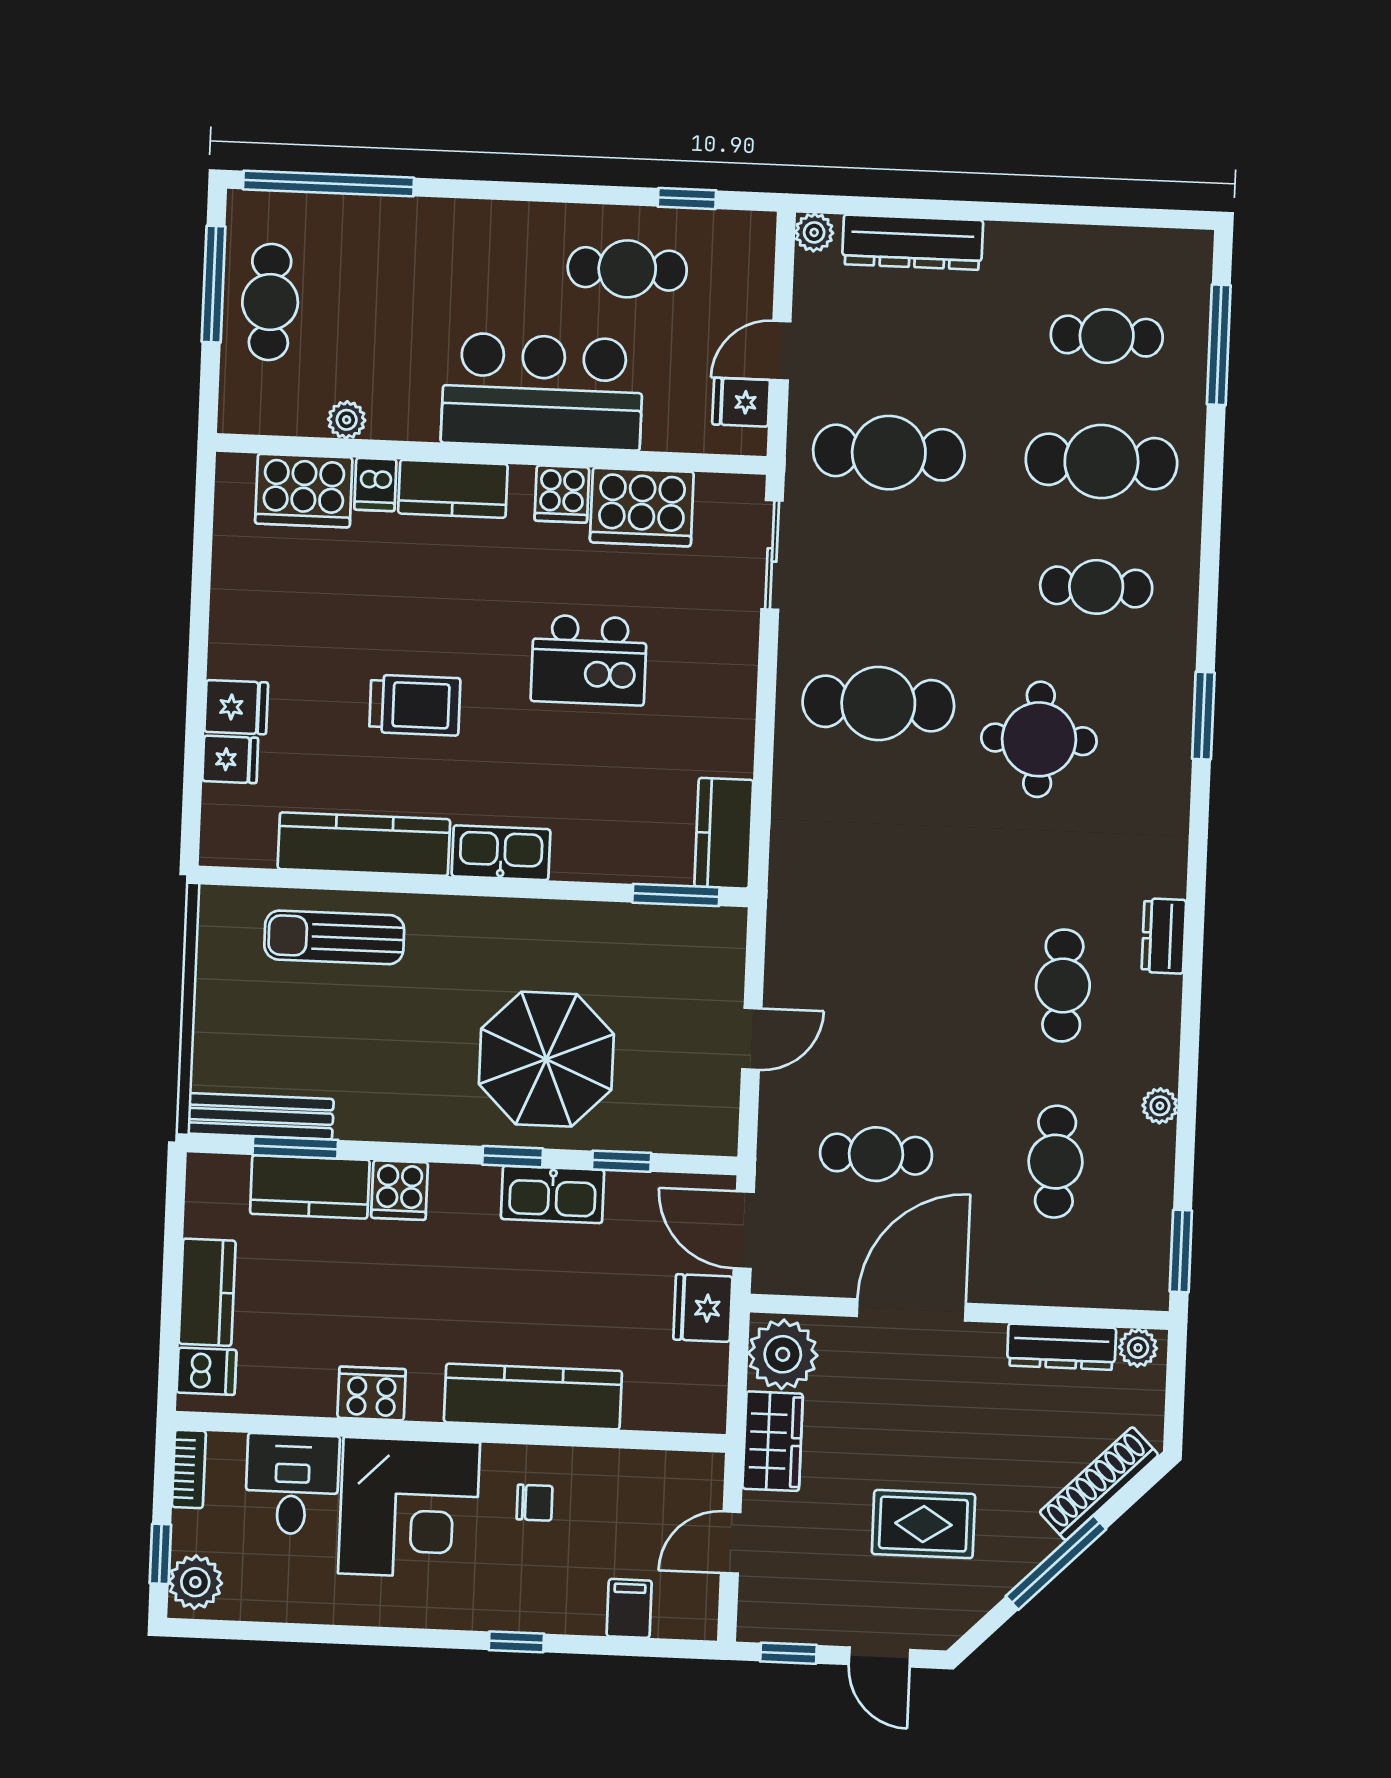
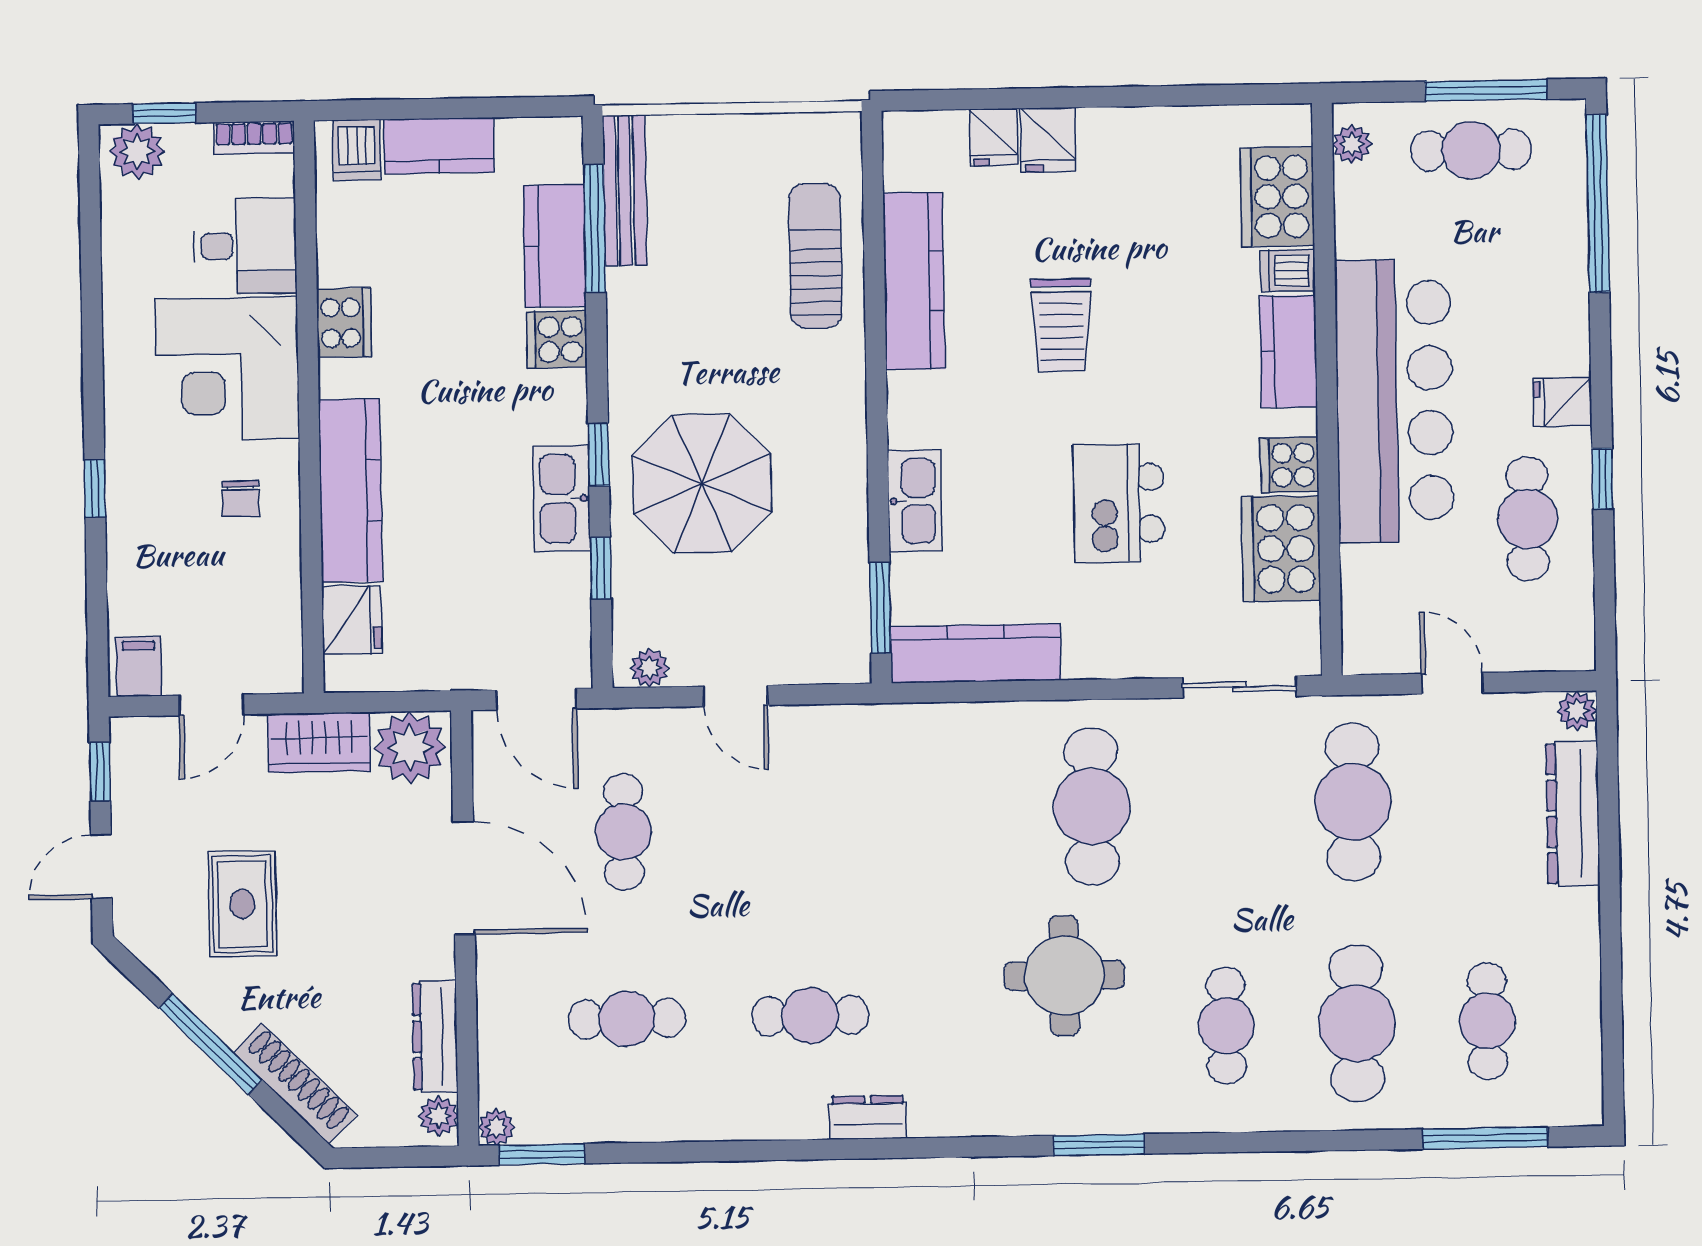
window: (687, 199) -> (1603, 479), moved
bar counter: (542, 391) -> (1394, 401), width x1.36
fridge: (741, 402) -> (1562, 402), moved, turned -90
plant: (347, 420) -> (1352, 144), moved
kitchen counter: (724, 833) -> (976, 653), width x1.50
kitchen sink: (501, 853) -> (915, 501), moved
plant: (1160, 1106) -> (496, 1127), moved
plant: (720, 1120) -> (649, 668), added
window: (295, 1147) -> (595, 228), width x1.44
door: (744, 1230) -> (536, 699), swing flipped
fridge: (703, 1308) -> (352, 620), moved, turned 90
door: (731, 1542) -> (211, 705), swing flipped
filing cabinet: (629, 1608) -> (139, 667), moved, turned -90

